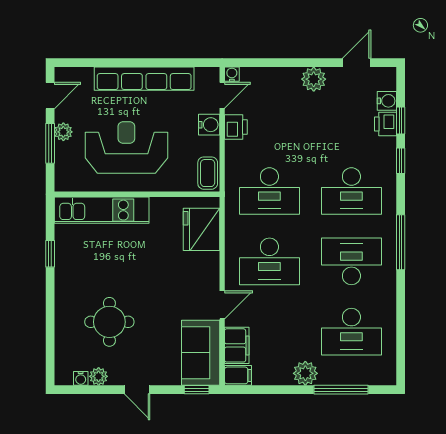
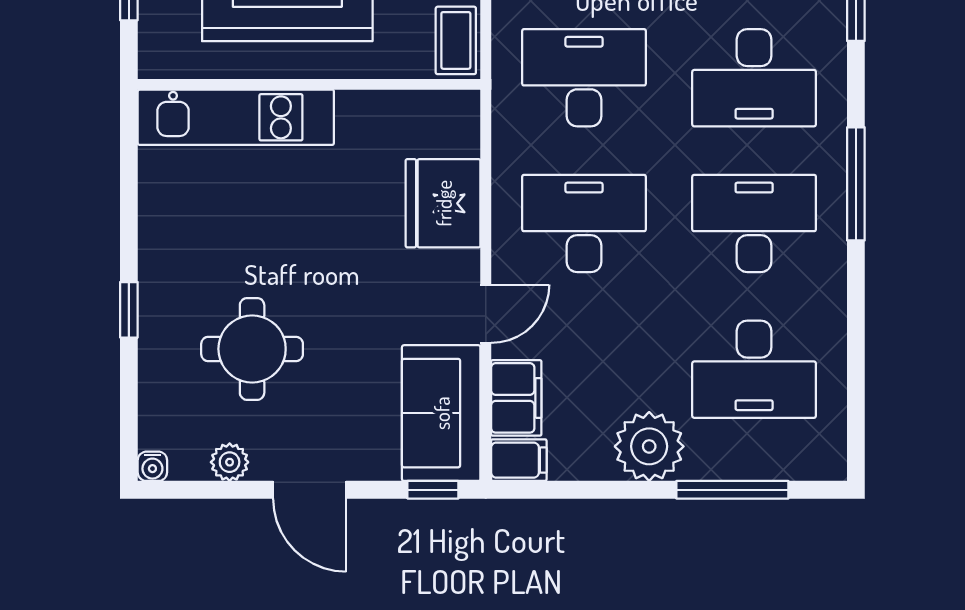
desk: (269, 191) -> (584, 78), turned 180
fridge: (201, 229) -> (443, 203), moved
window: (50, 254) -> (129, 310), moved
desk: (269, 261) -> (584, 223), turned 180
plant: (305, 373) -> (649, 446), width x1.36, depth x1.36
water cooler: (81, 378) -> (152, 466), moved
door: (137, 390) -> (310, 490), width x1.37

